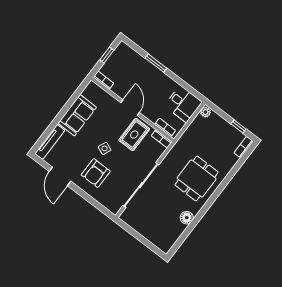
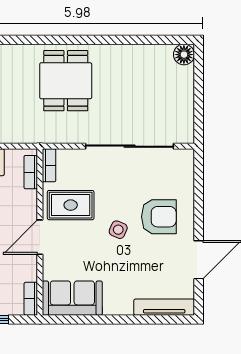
sofa: (77, 115) -> (72, 298), moved
dining table: (197, 178) -> (66, 81), turned 90
floor lamp: (187, 218) -> (184, 55), moved

